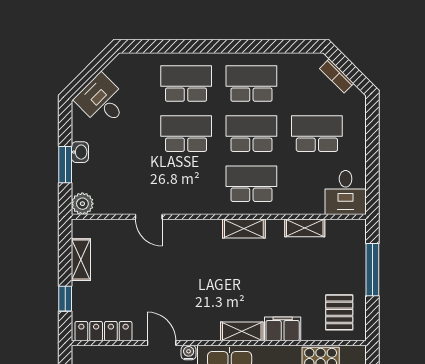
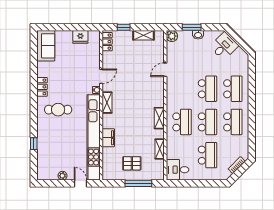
pallet: (339, 312) -> (132, 163), moved
locker: (103, 331) -> (107, 42), width x0.66
shelving: (242, 331) -> (107, 103), moved

